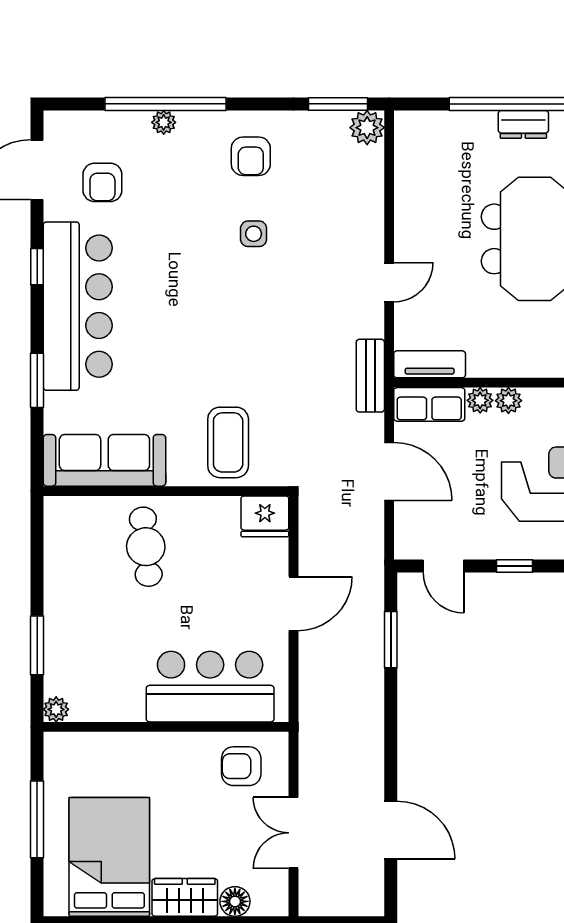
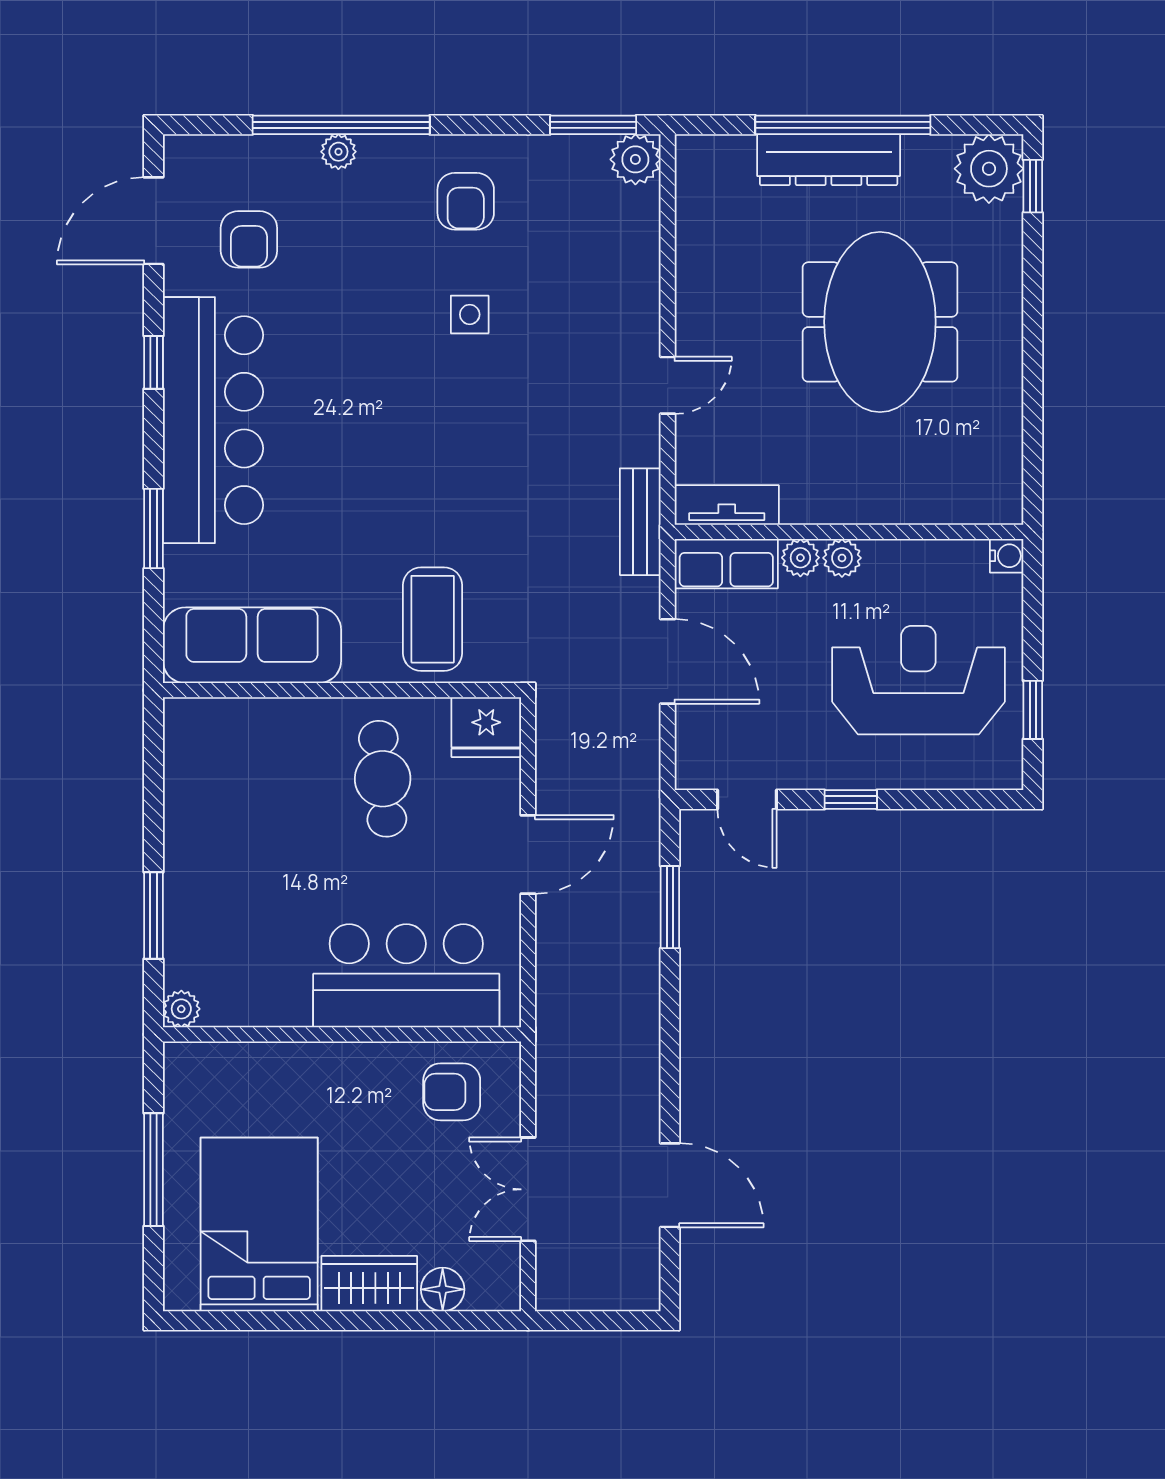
dresser: (523, 124) -> (829, 160), width x1.96, depth x1.24
cafe table: (146, 547) -> (383, 779), moved

